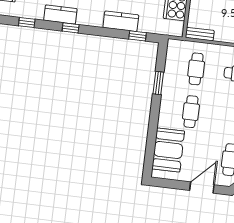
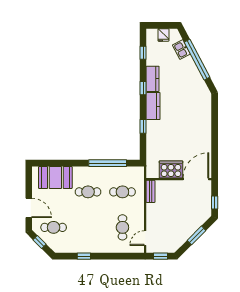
kitchen counter: (121, 21) -> (153, 106), moved
window: (138, 36) -> (143, 126), moved
window: (158, 83) -> (108, 163), width x2.11

